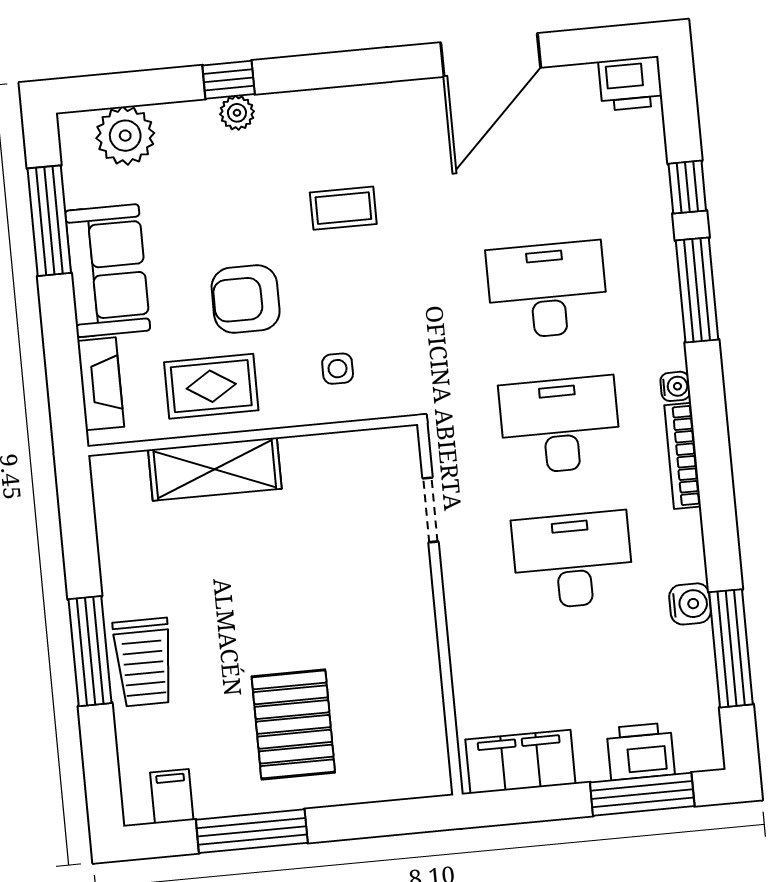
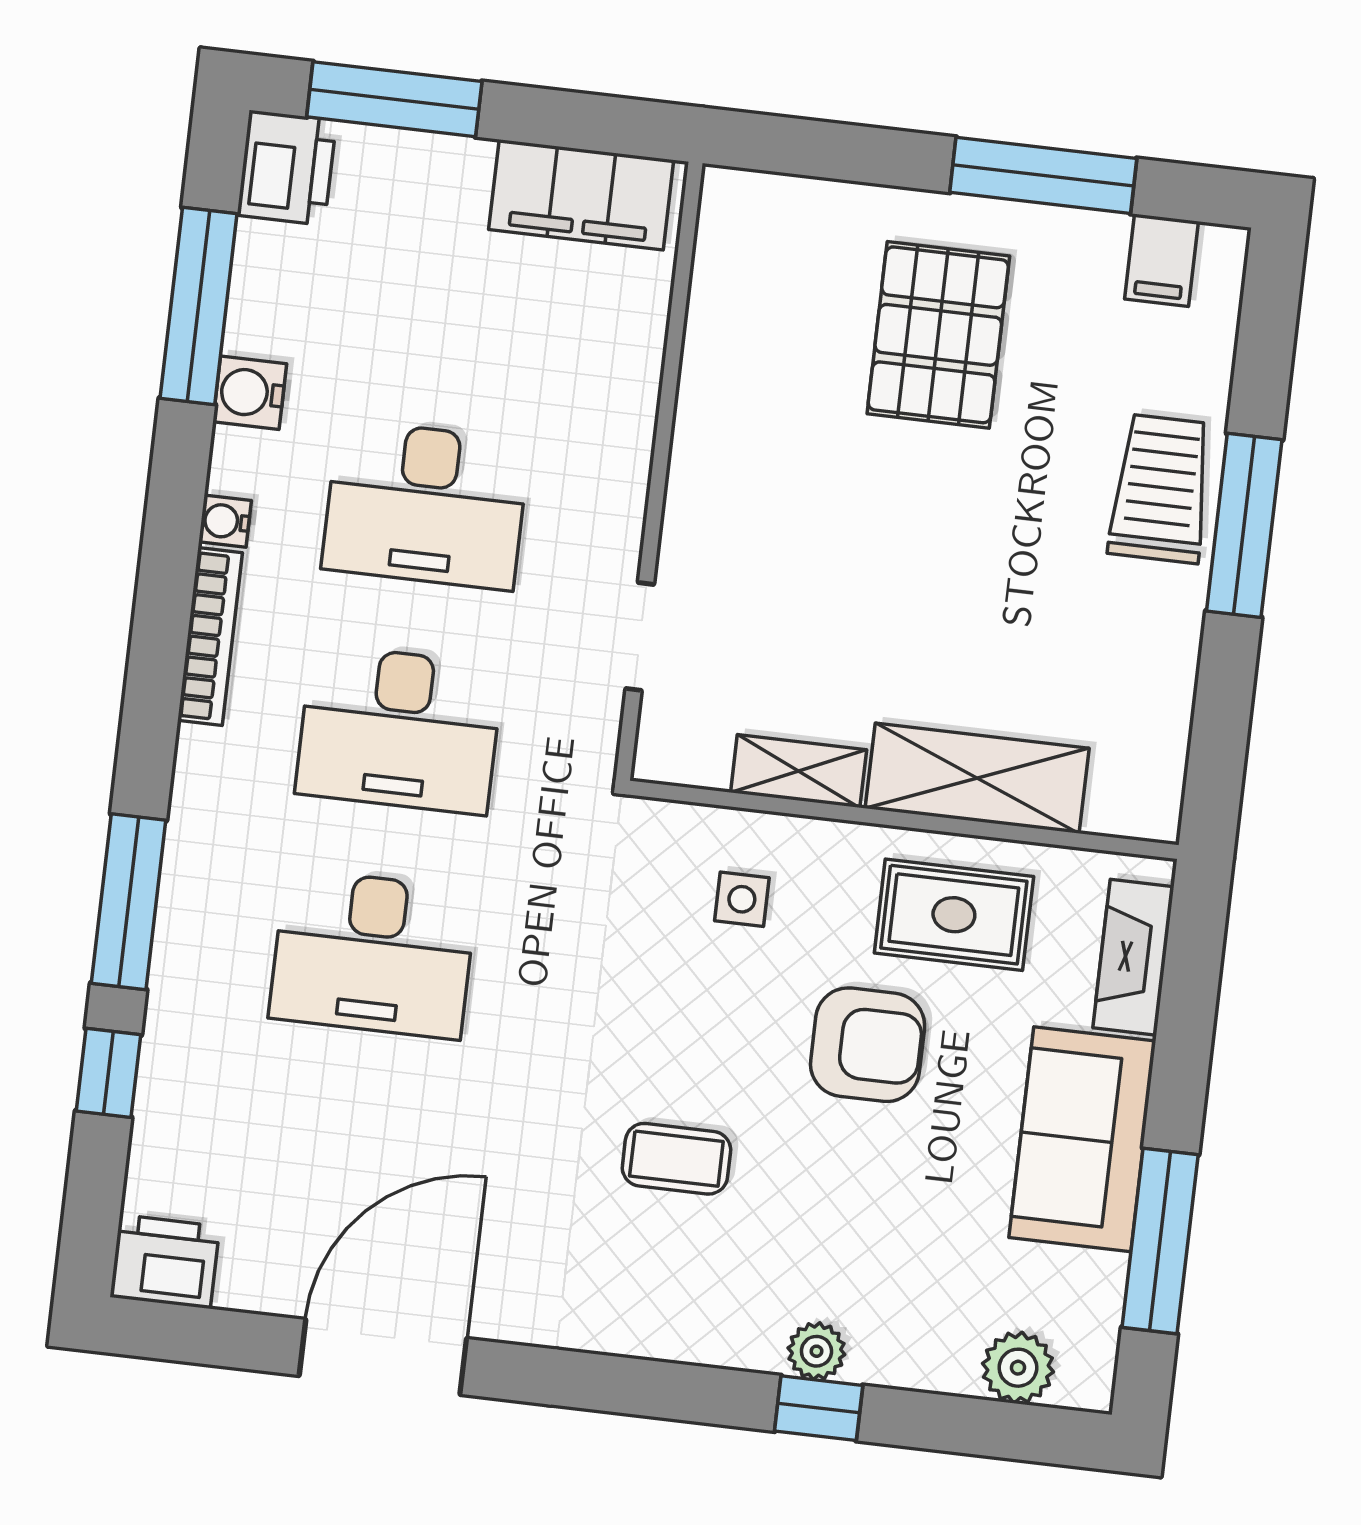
plant: (125, 136) -> (1018, 1368), width x0.73, depth x0.73
water cooler: (675, 386) -> (225, 521), moved
shelving: (320, 451) -> (799, 771), added
printer: (641, 751) -> (287, 168), moved, turned -90

